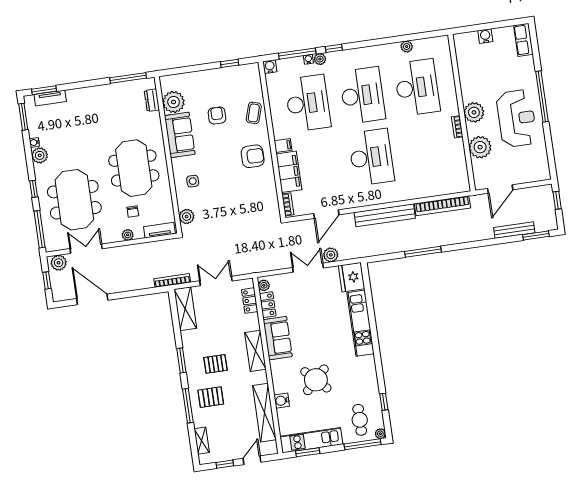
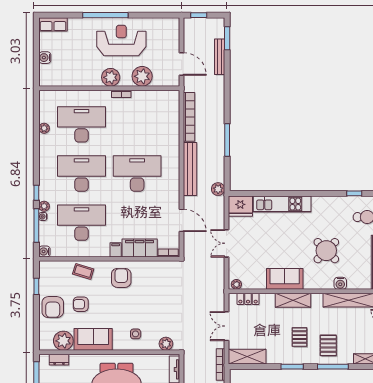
armchair: (209, 85) -> (53, 307), added
plant: (331, 255) -> (218, 189), moved
locker: (268, 305) -> (254, 284), removed

